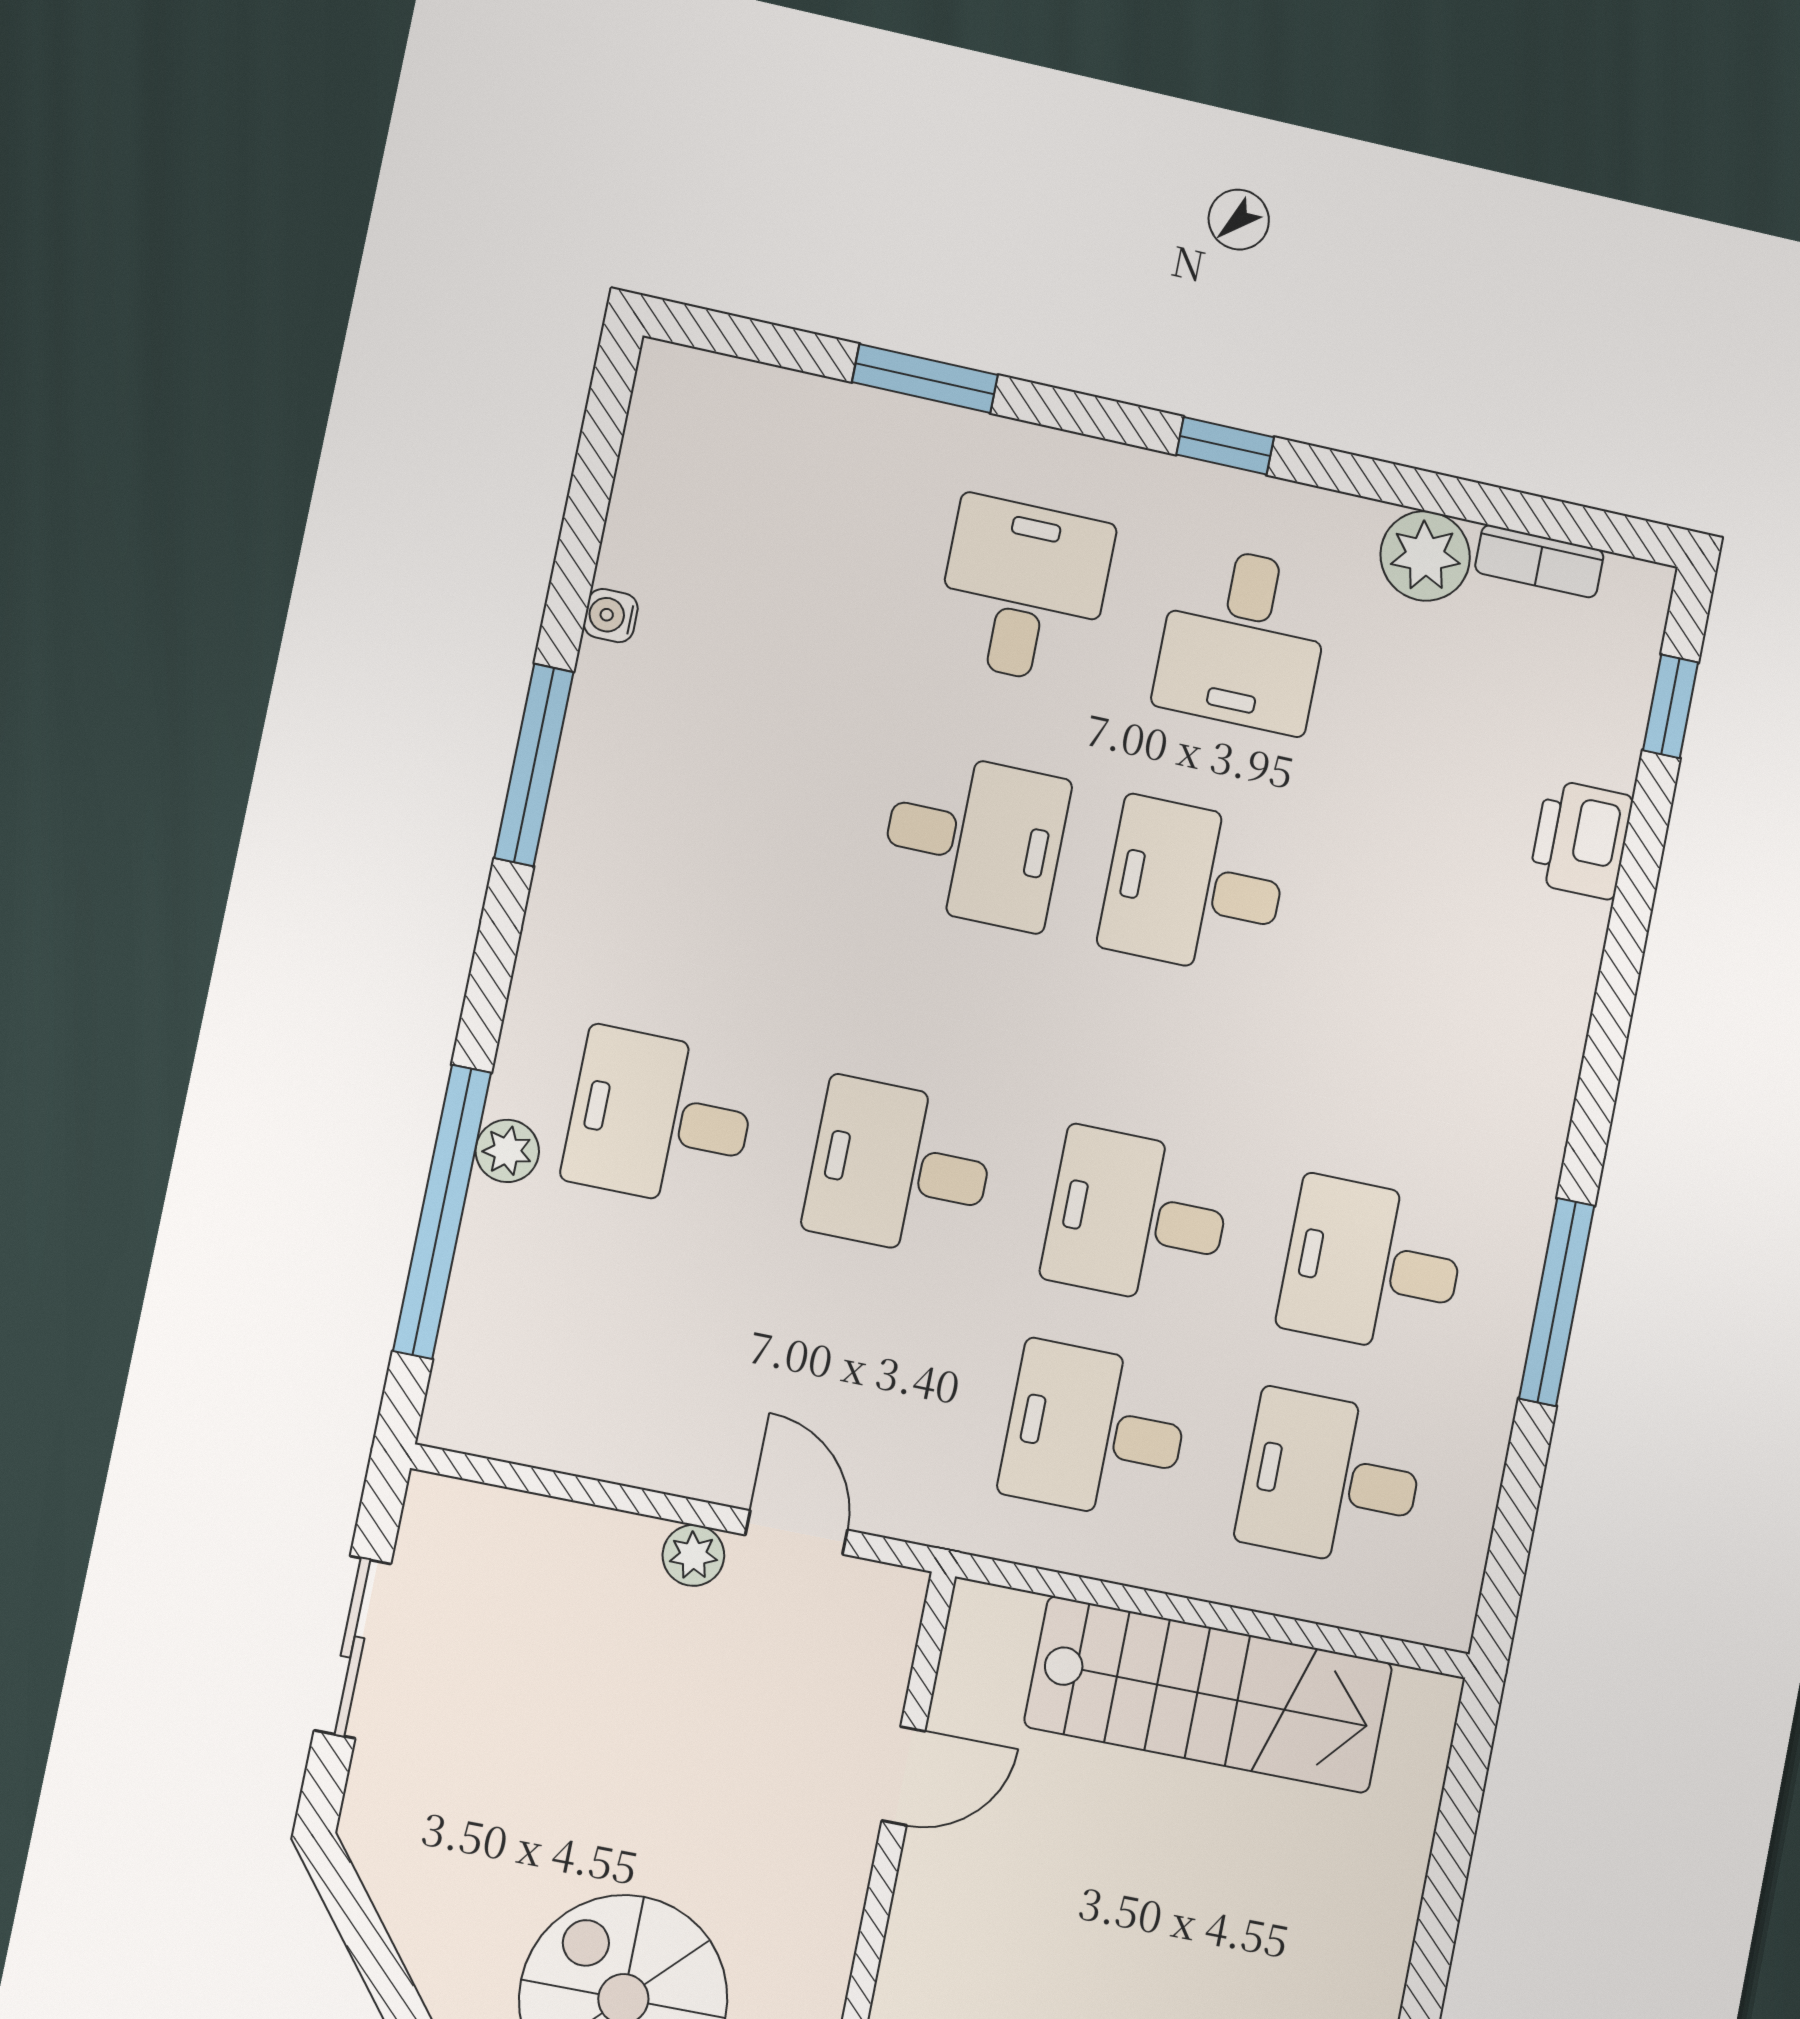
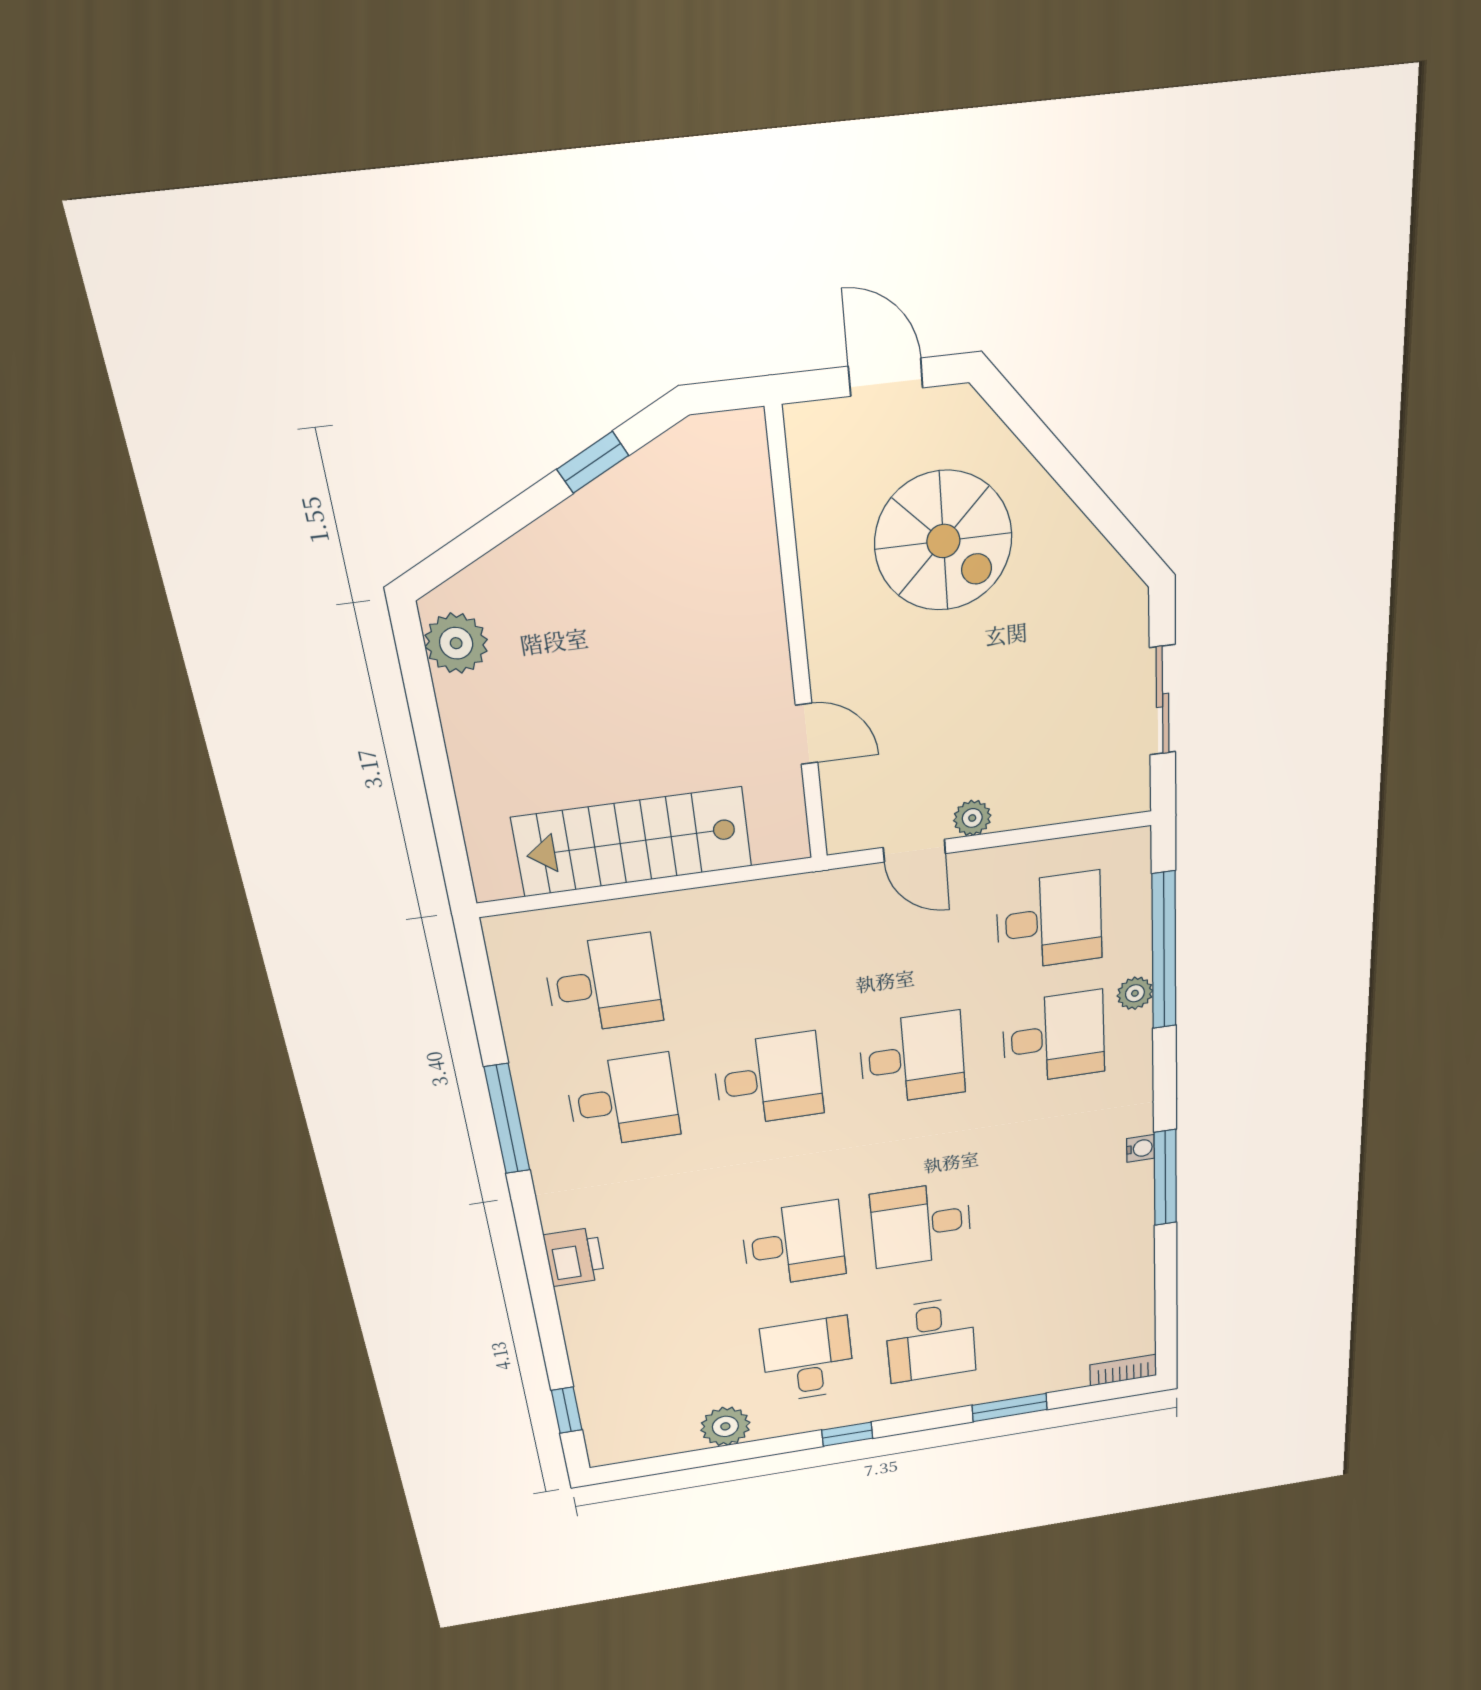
bookcase: (1539, 561) -> (1123, 1370), moved
water cooler: (611, 616) -> (1141, 1148), moved
printer: (1581, 839) -> (574, 1257), moved
desk: (1095, 1431) -> (1049, 921), moved
door: (903, 1776) -> (807, 734), swing flipped

